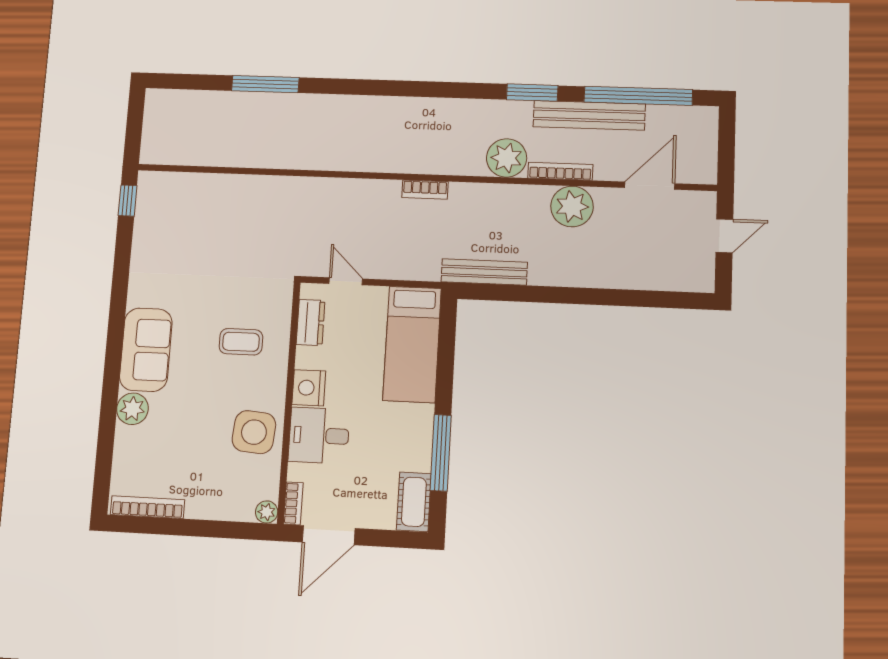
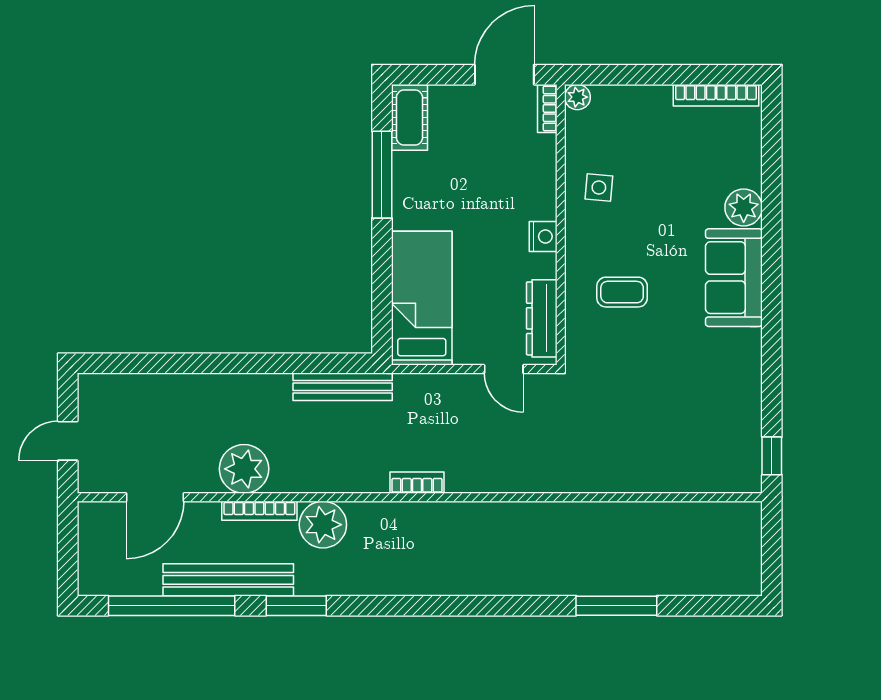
dresser: (311, 323) -> (542, 318), width x1.44
nightstand: (309, 388) -> (543, 236), width x0.74, depth x0.75
side table: (254, 432) -> (599, 188), width x0.54, depth x0.54
desk: (319, 435) -> (523, 187), removed

